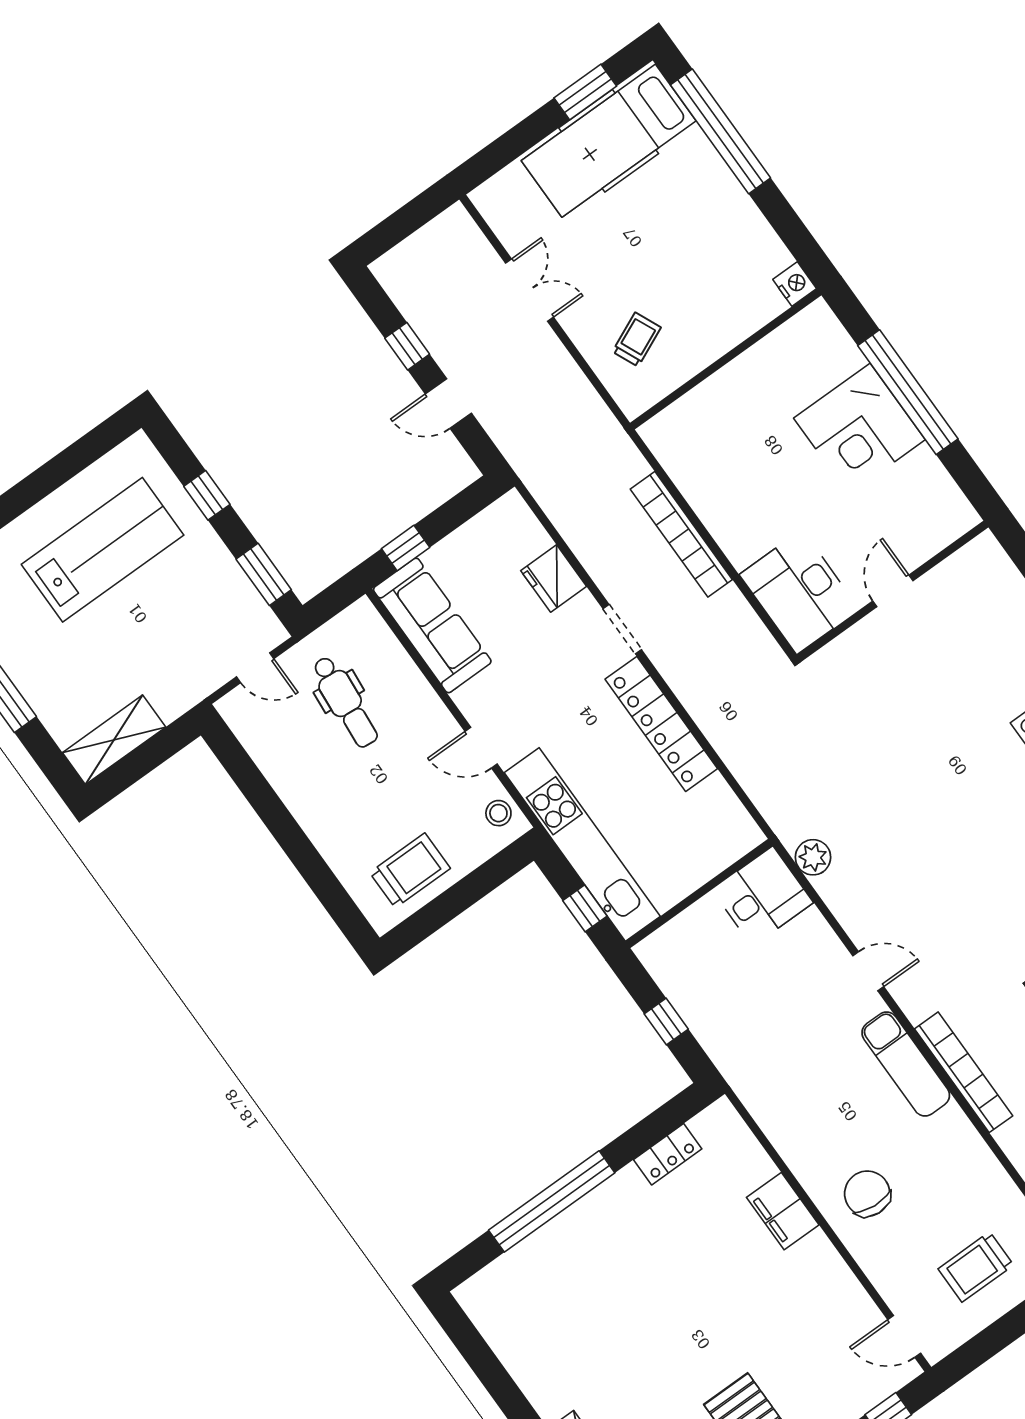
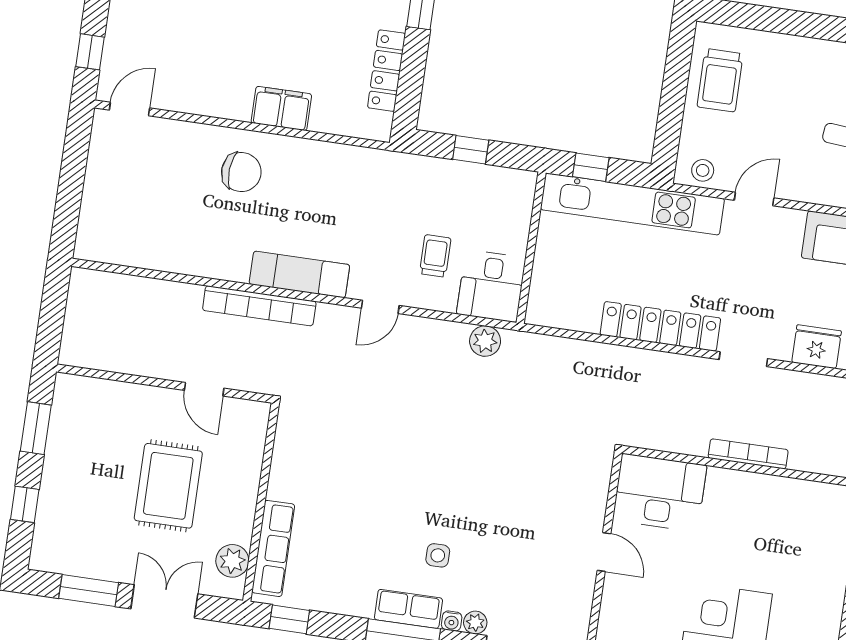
bookcase: (681, 534) -> (748, 454), width x0.68, depth x0.76
locker: (668, 1154) -> (387, 71), width x1.53
trolley: (976, 1267) -> (435, 256), moved, width x0.73, depth x0.72

